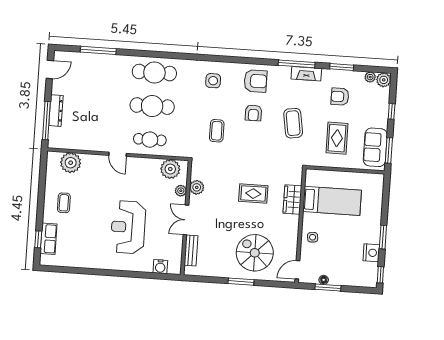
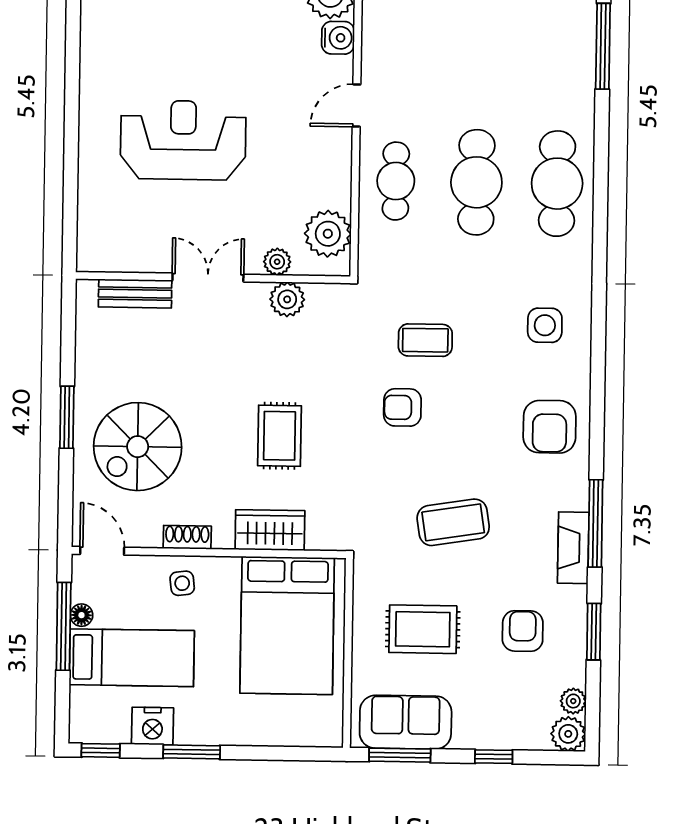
armchair: (253, 113) -> (402, 407), moved
bed: (332, 201) -> (287, 625), width x1.50
shoe rack: (294, 234) -> (187, 537), added
spiral stairs: (255, 253) -> (138, 447), turned 180
bed: (342, 260) -> (132, 658), added
water cooler: (160, 267) -> (338, 38), moved, turned 180
window: (328, 288) -> (64, 626), width x1.44

